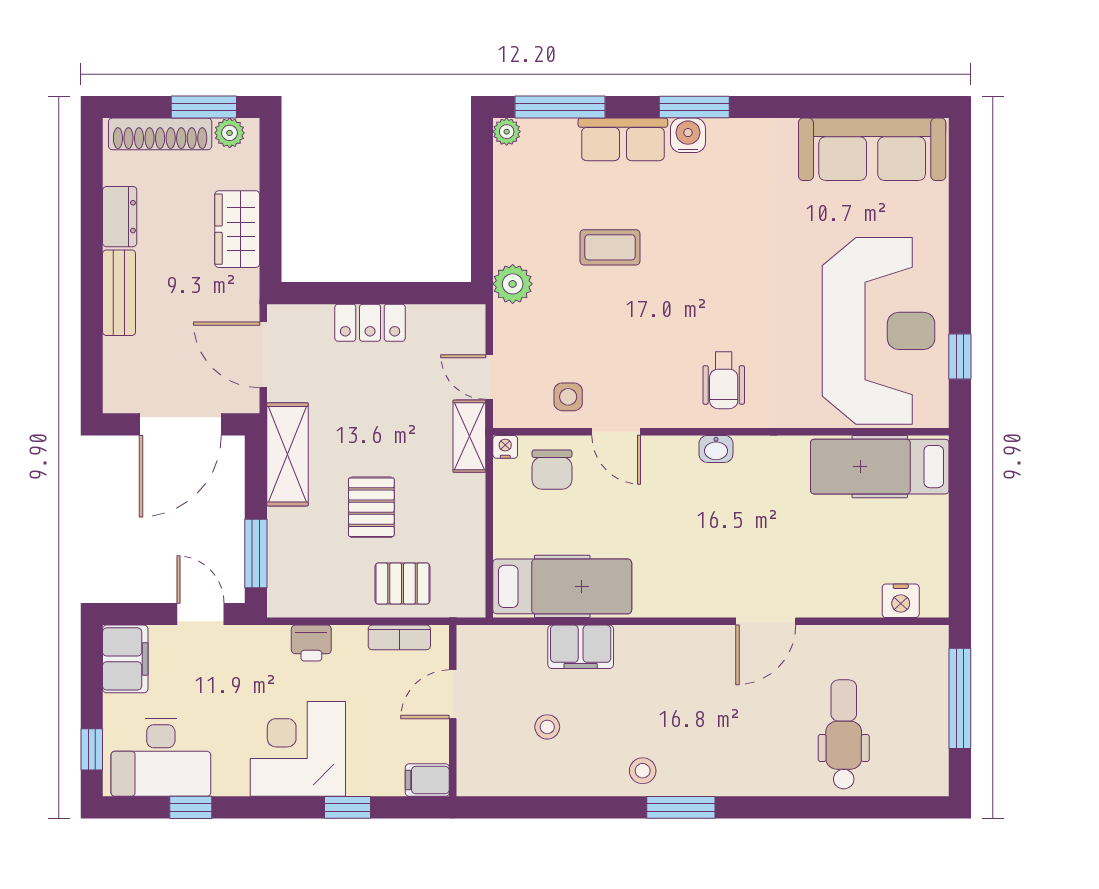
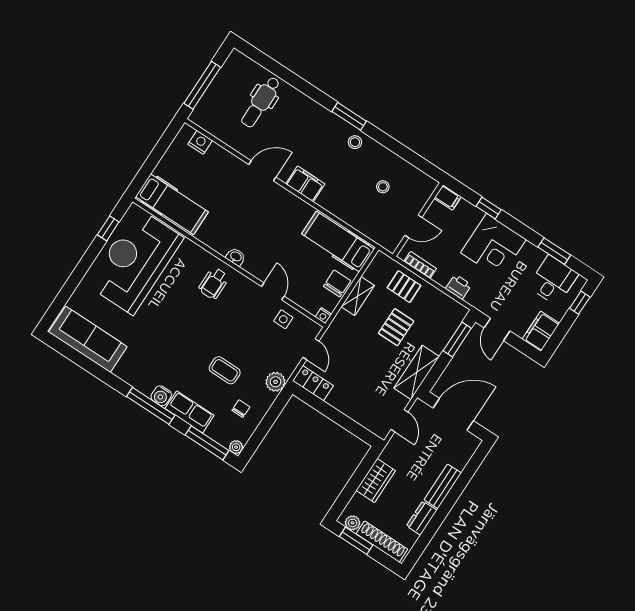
window: (694, 107) -> (151, 406), width x1.44
chair: (541, 201) -> (241, 409), added
locker: (370, 323) -> (313, 383), moved
door: (263, 355) -> (399, 421), width x0.73
wheelchair: (724, 380) -> (214, 283), turned 180
shelving: (469, 436) -> (358, 296), moved
chair: (552, 470) -> (337, 284), moved
filing cabinet: (581, 647) -> (305, 184), moved
desk: (161, 757) -> (553, 280), width x0.73
window: (191, 807) -> (554, 251), width x1.50

